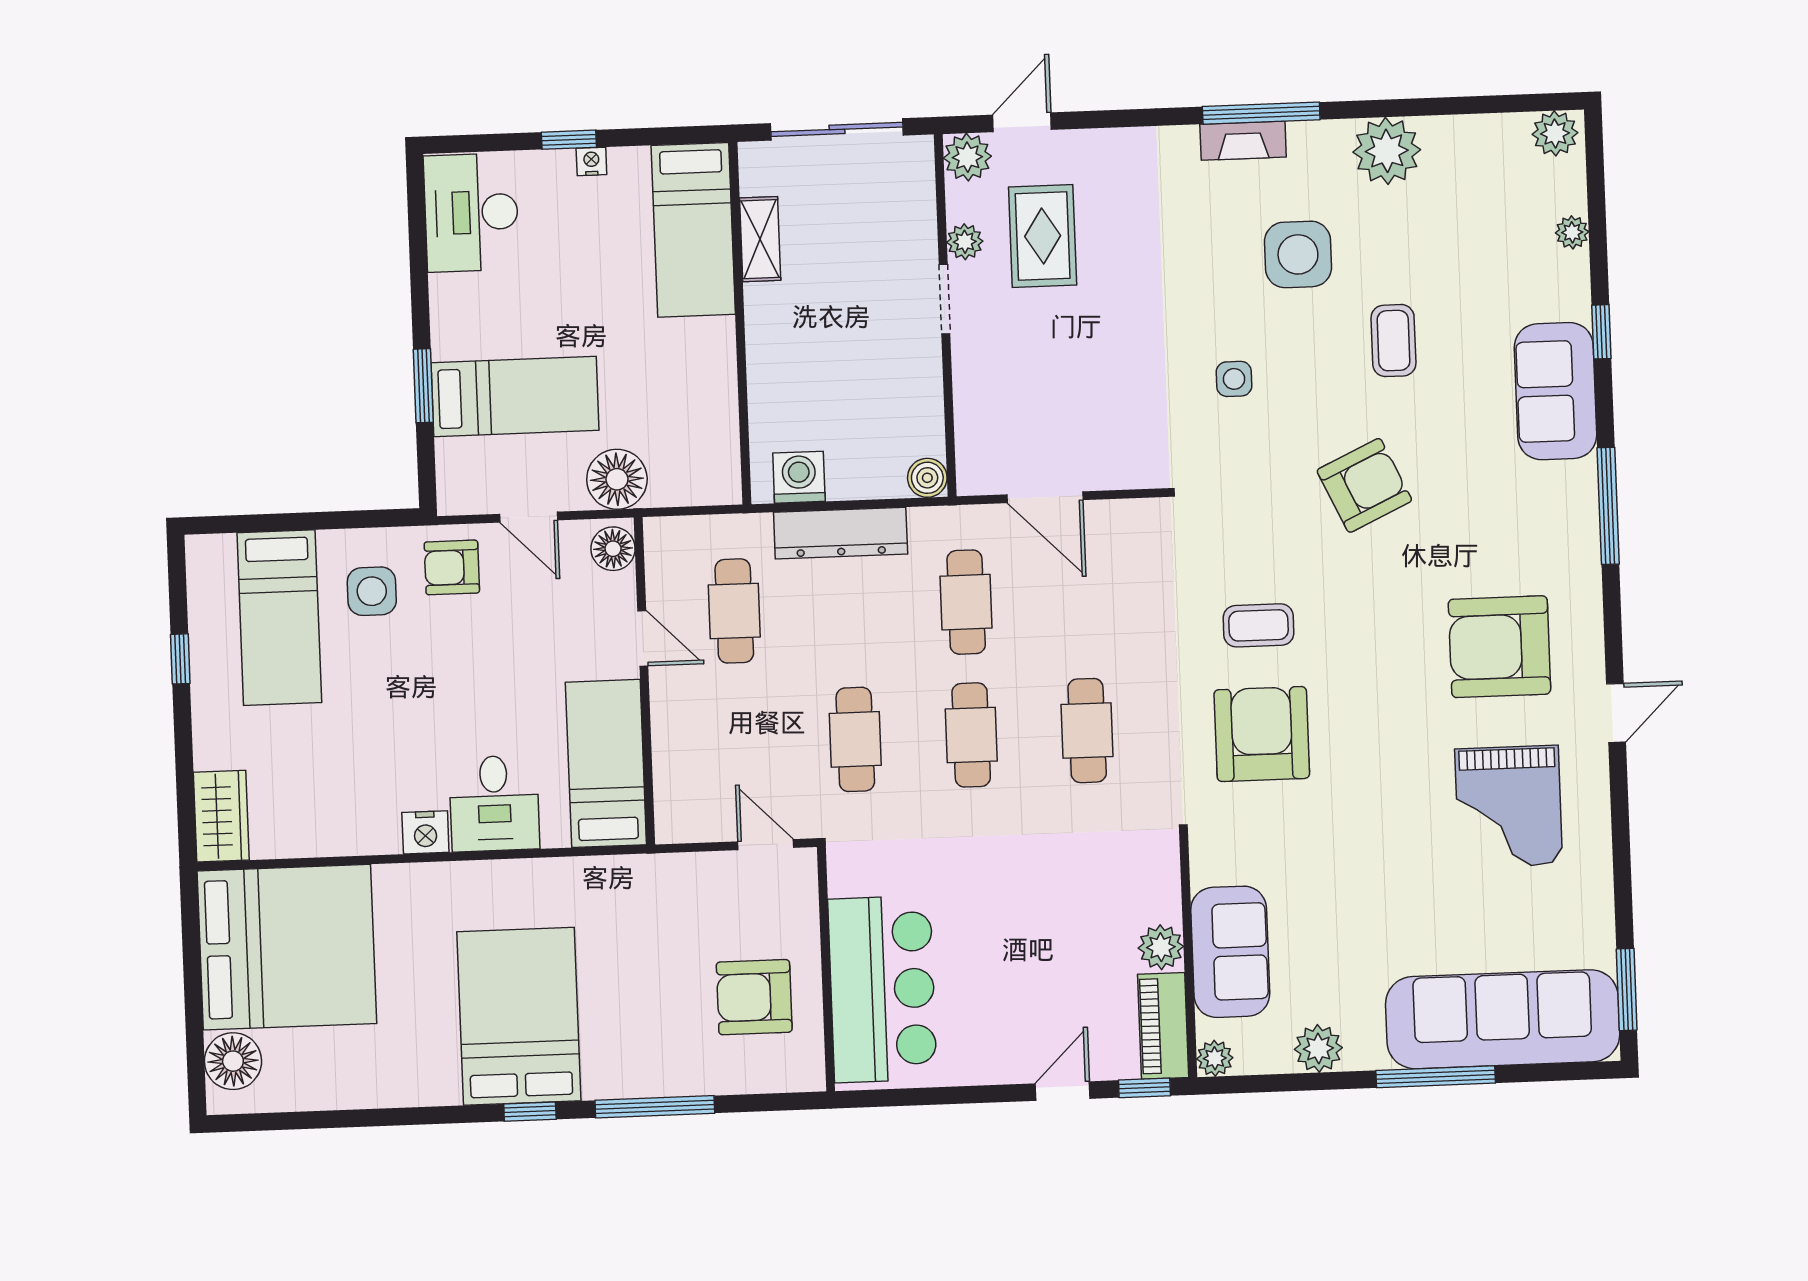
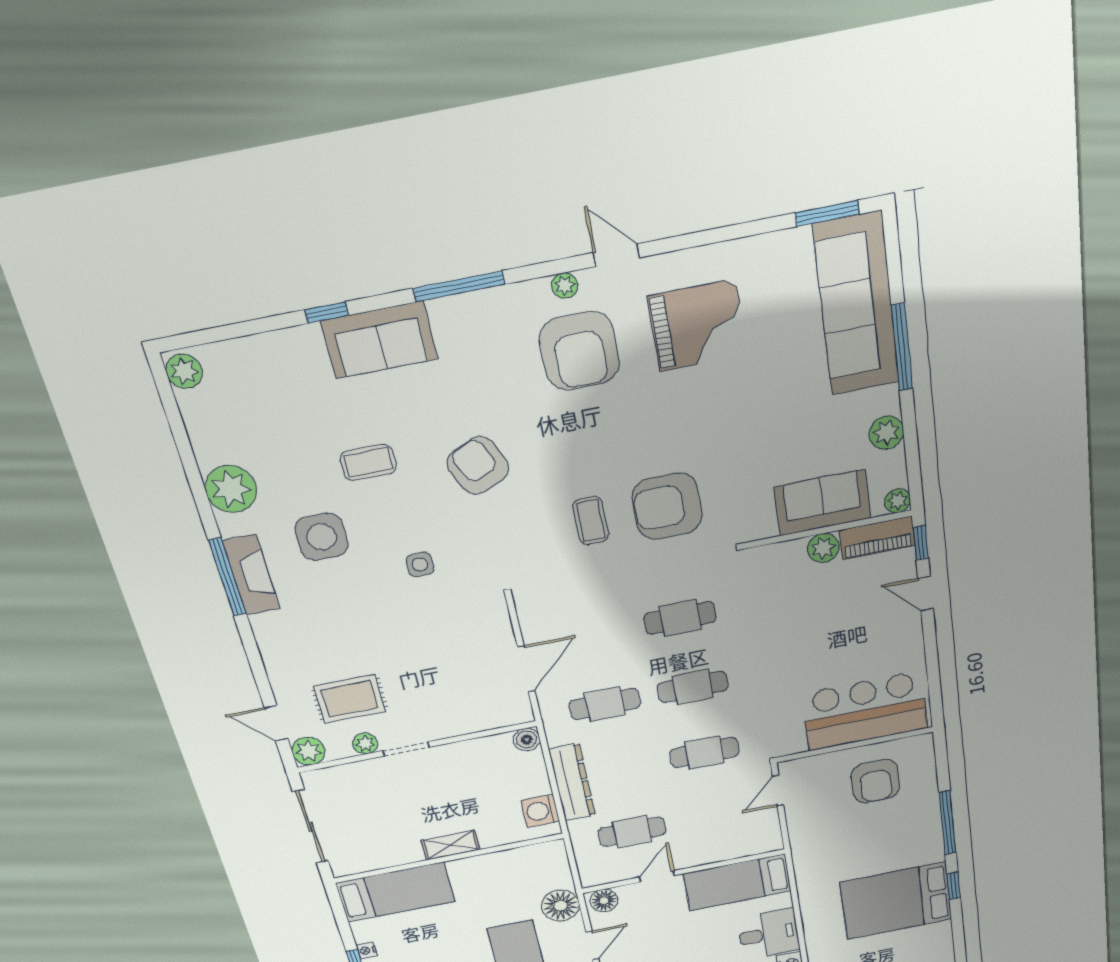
fireplace: (1243, 141) -> (251, 575), width x1.37, depth x1.32
plant: (1572, 232) -> (565, 286), moved
shelving: (760, 239) -> (450, 845), moved

